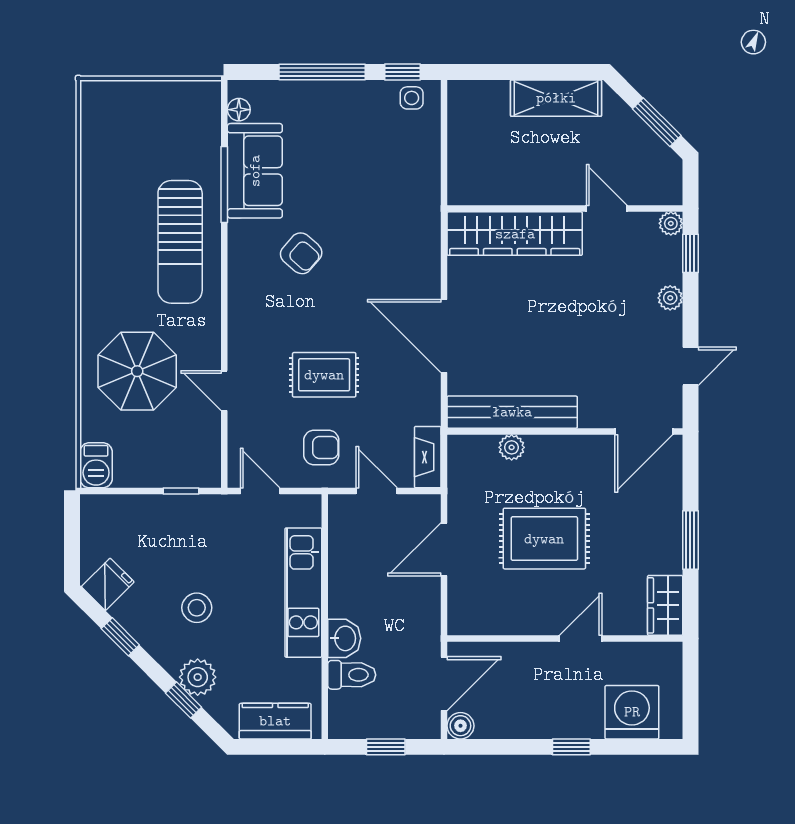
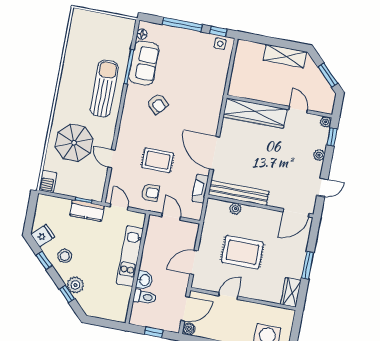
sun lounger: (180, 242) -> (104, 89), turned 180
fireplace: (428, 457) -> (200, 189), moved
door: (444, 549) -> (194, 262), moved
stool: (197, 608) -> (65, 256), moved
door: (581, 639) -> (228, 296), moved
kitchen counter: (275, 721) -> (87, 211), moved, turned 180

